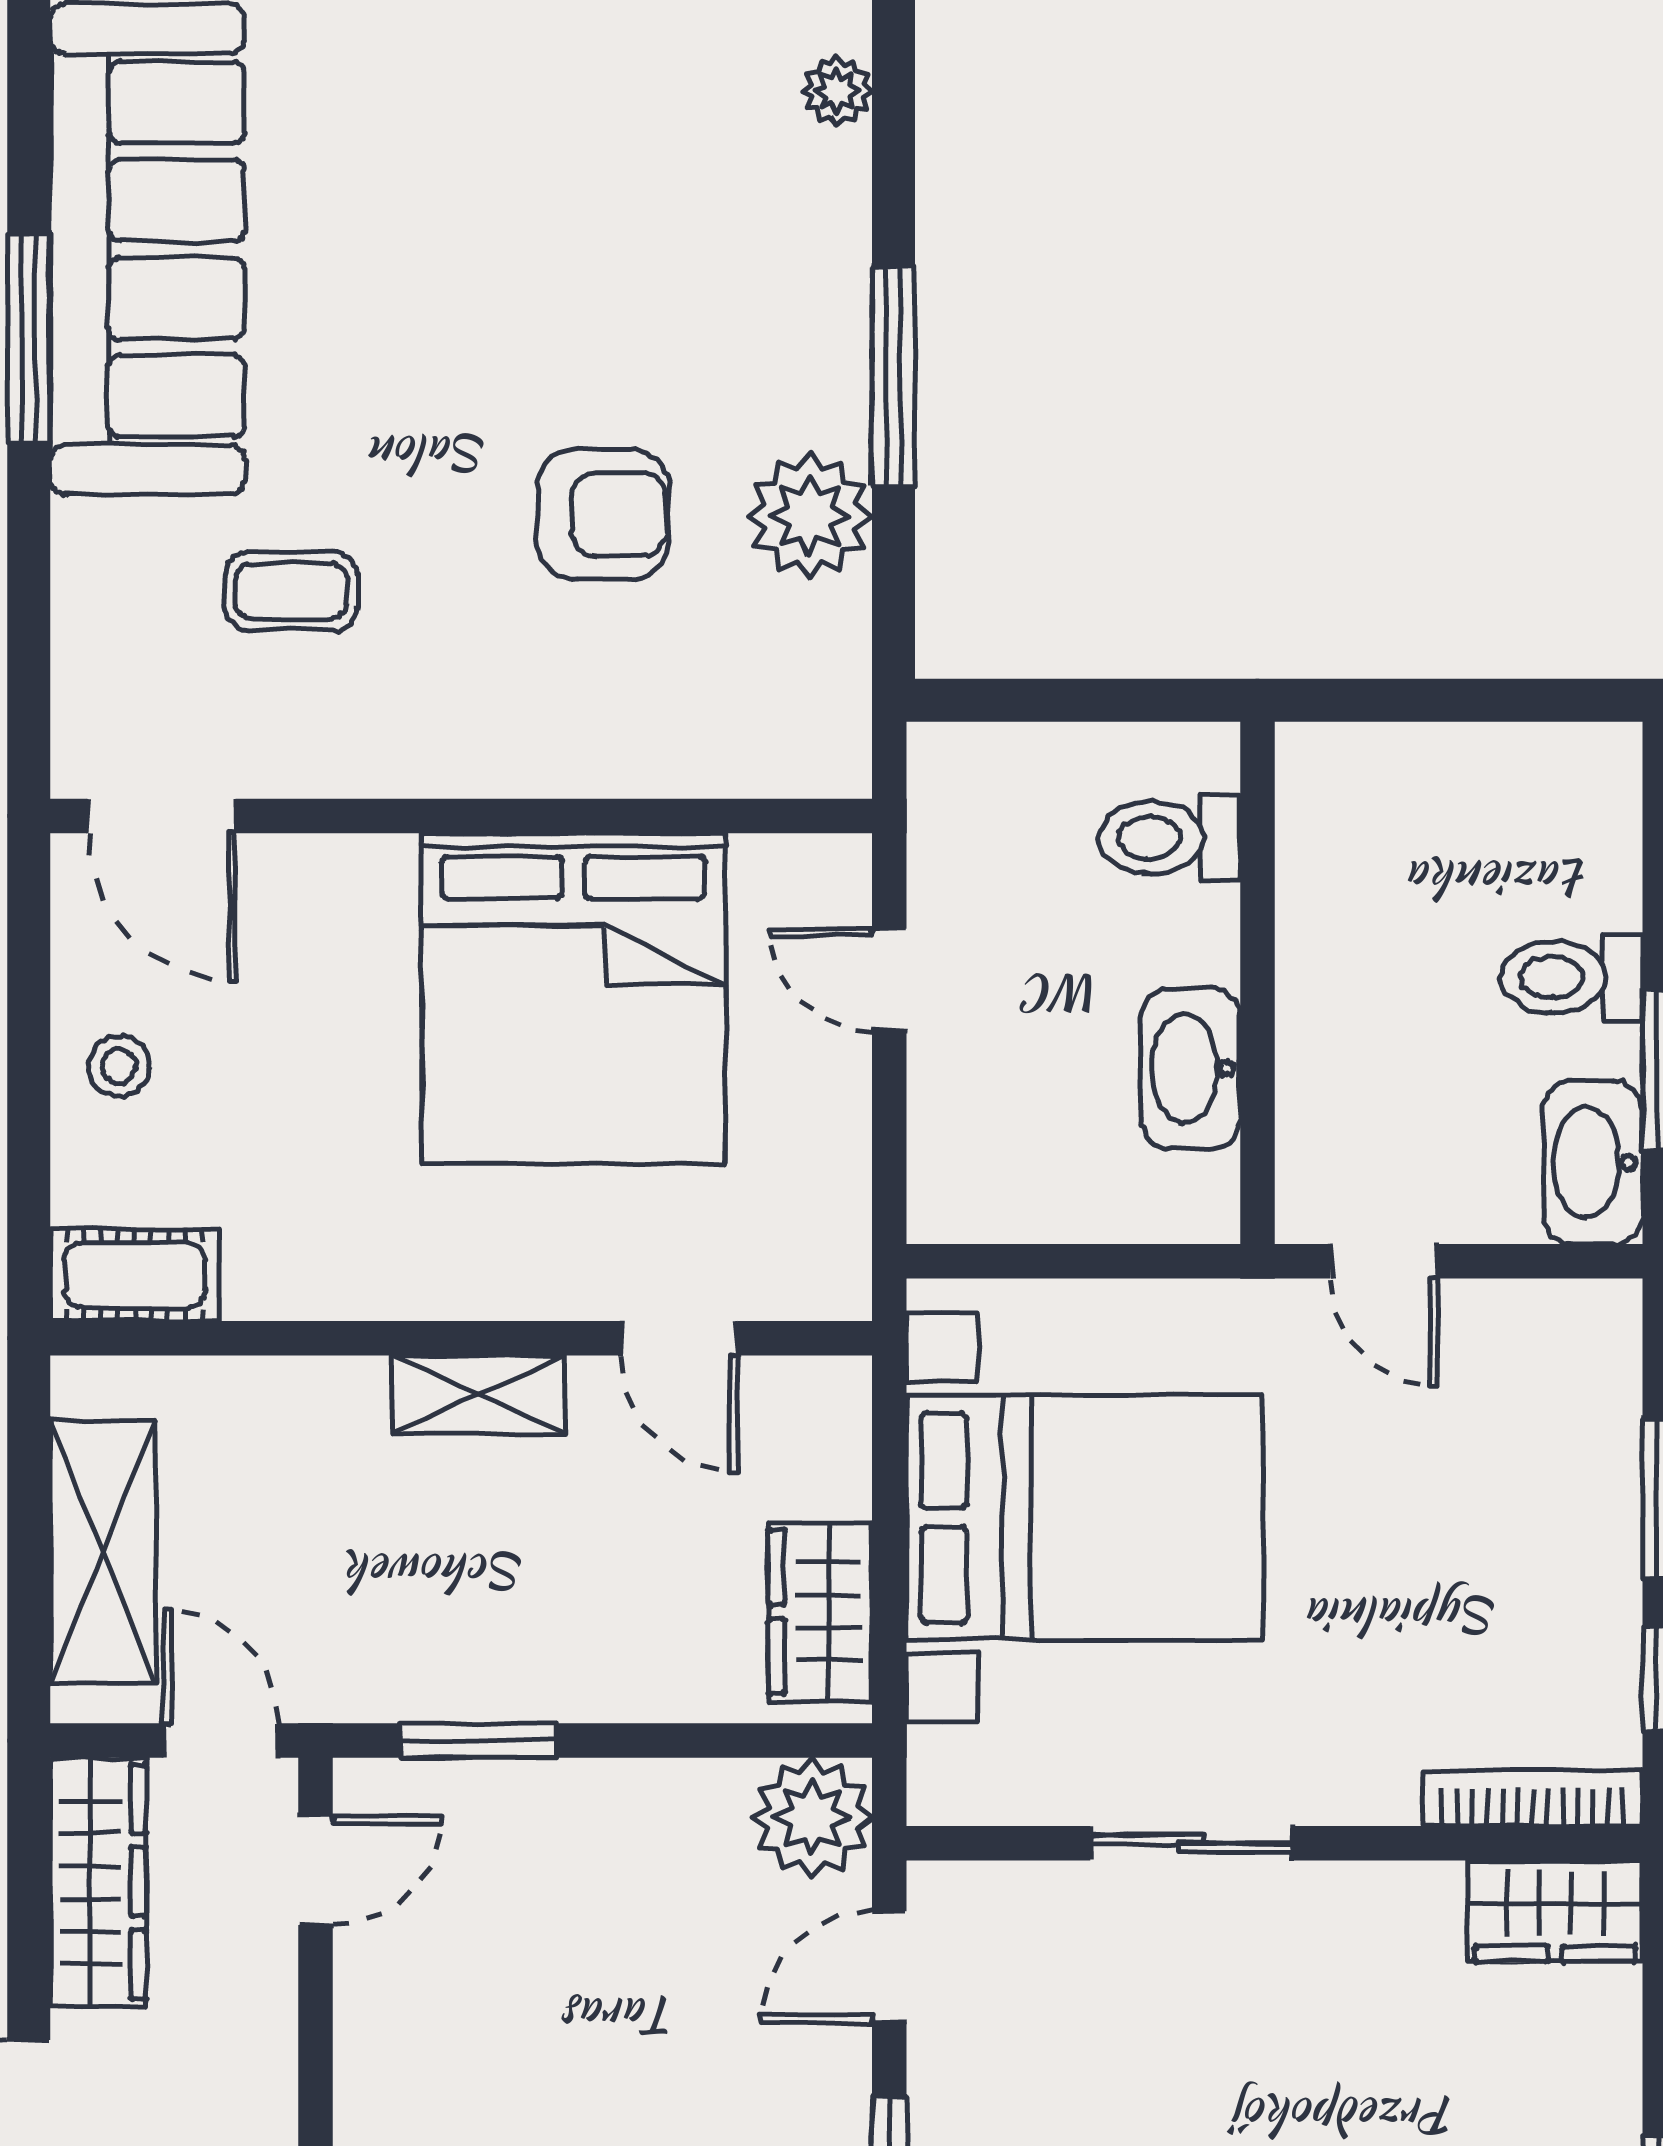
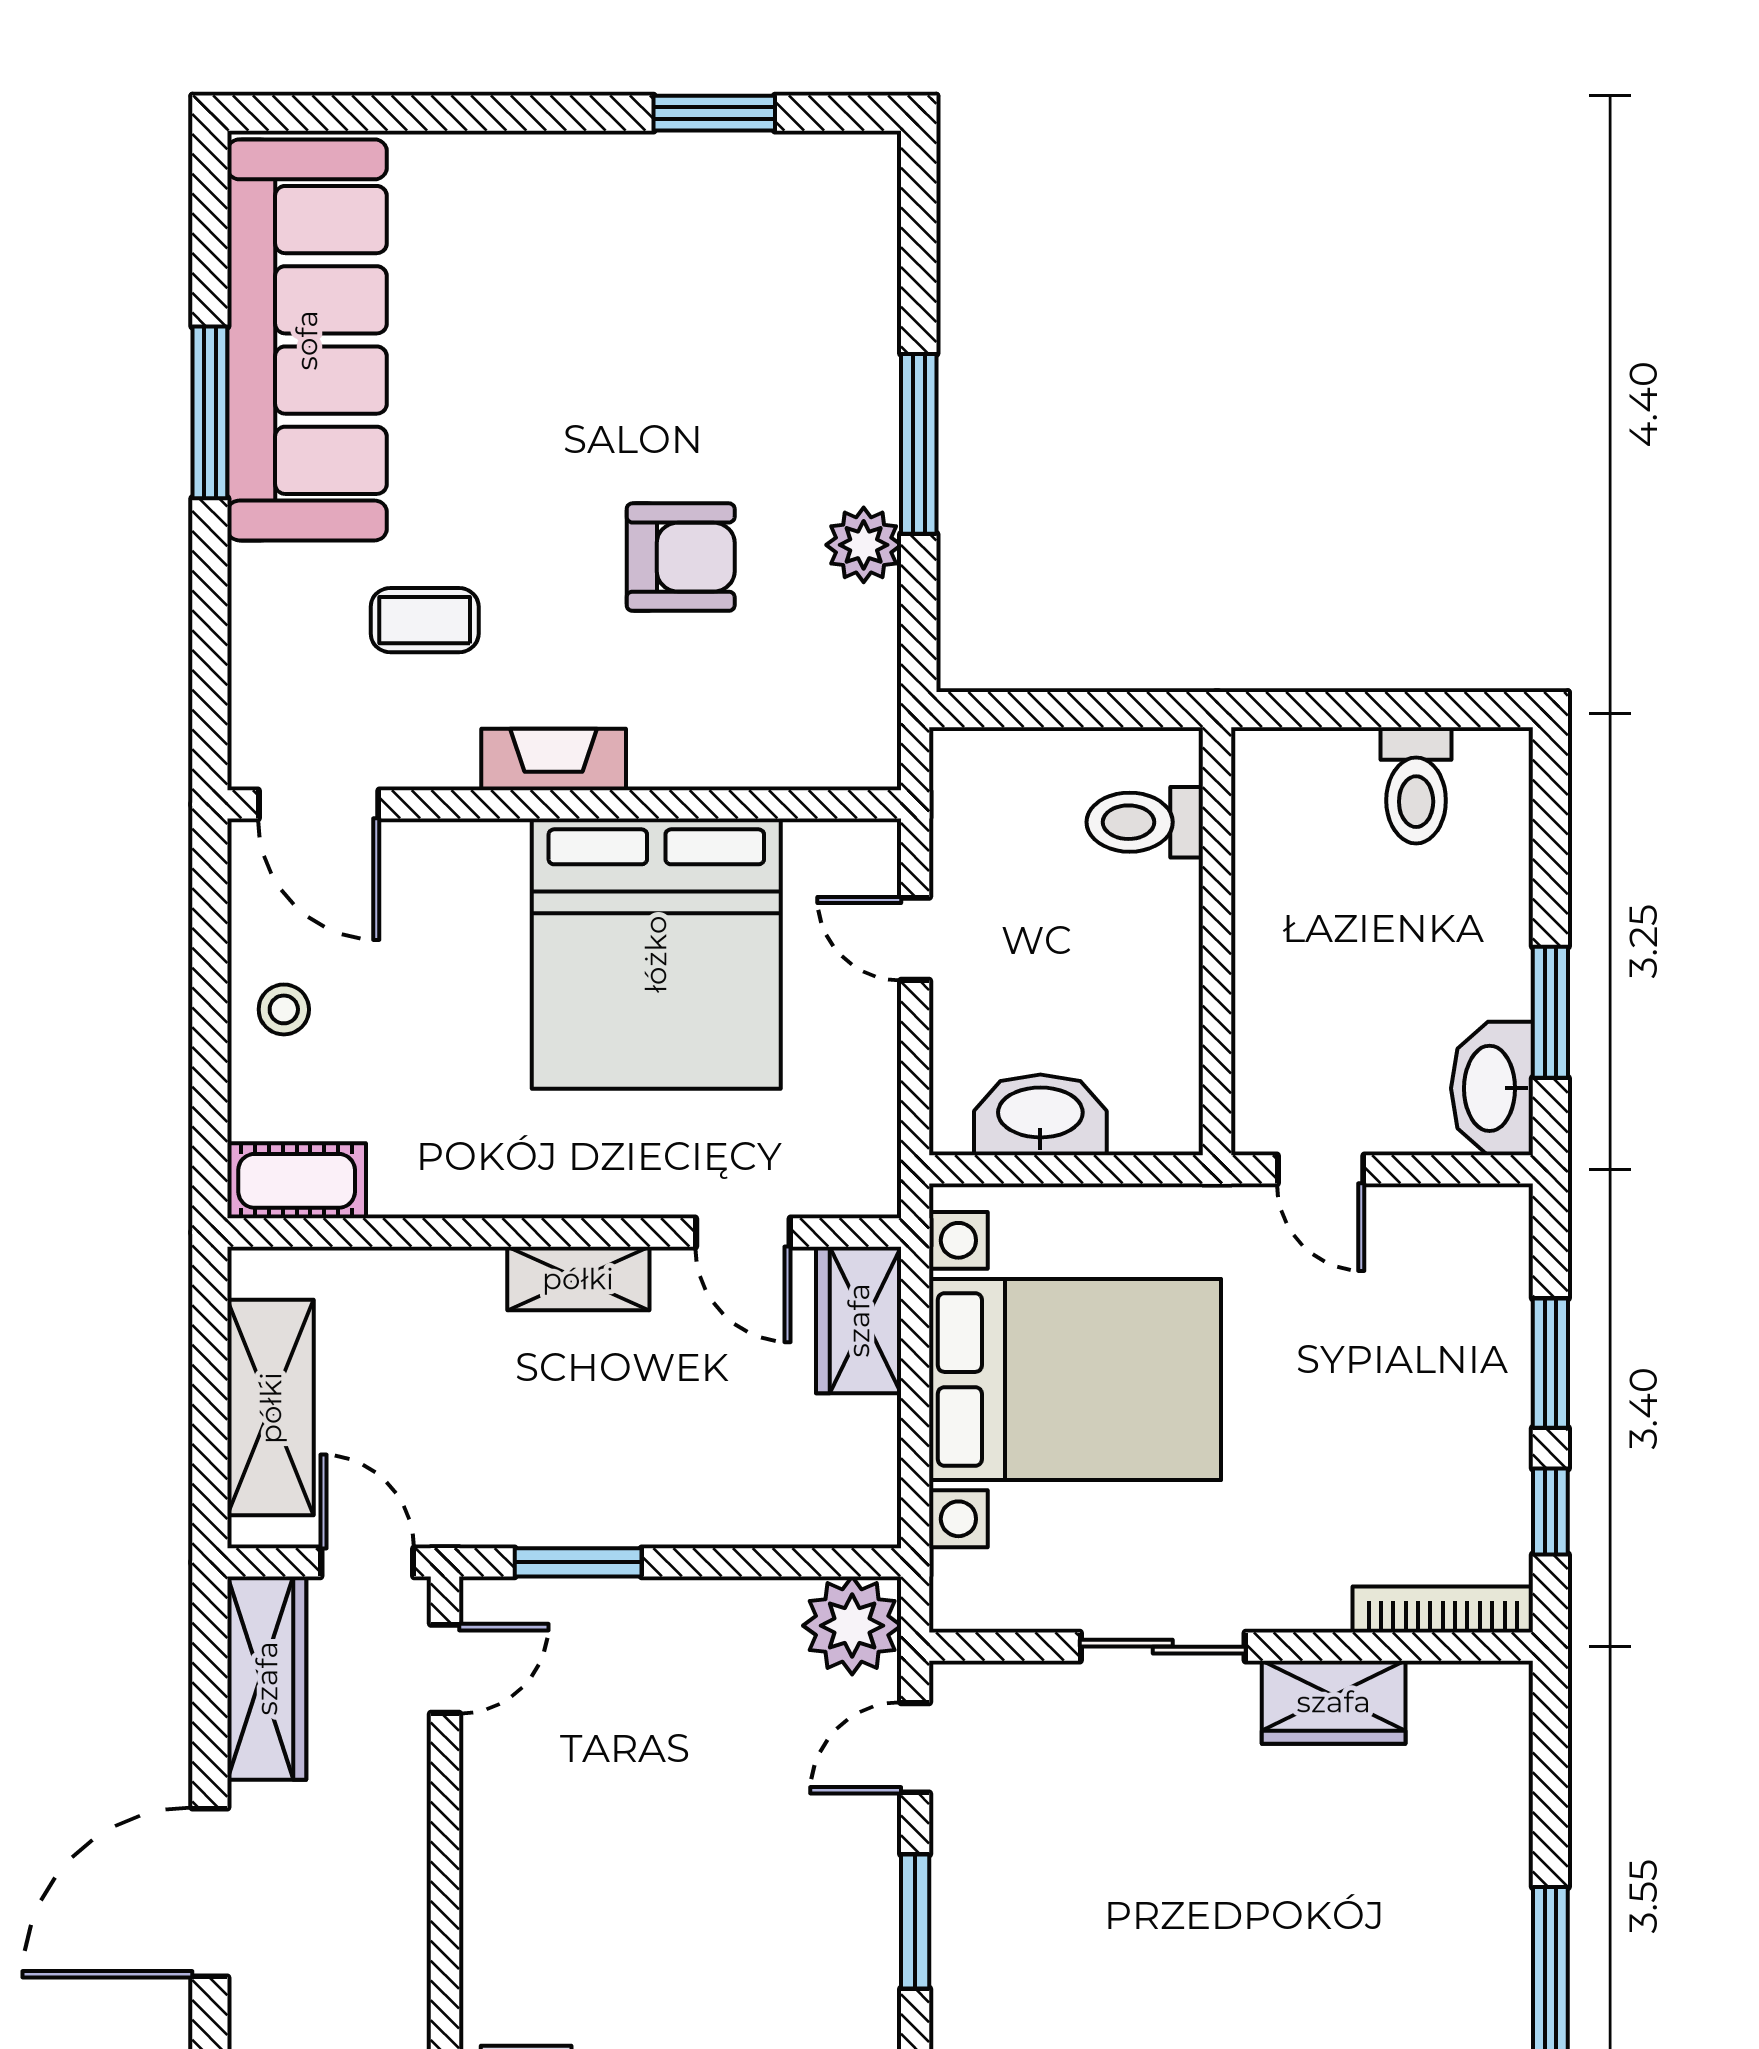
plant: (837, 91) -> (872, 210), removed
plant: (810, 516) -> (864, 545), width x0.73, depth x0.73
fireplace: (448, 761) -> (554, 759), added
toilet: (1572, 977) -> (1416, 785), moved, turned -90
washbasin: (1191, 1068) -> (1040, 1115), moved, turned 90
wardrobe: (820, 1612) -> (859, 1320), moved
wardrobe: (1555, 1911) -> (1334, 1702), moved

